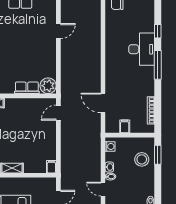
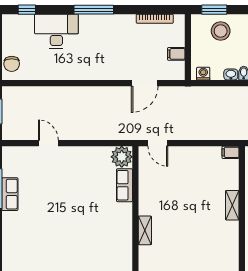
window: (158, 31) -> (27, 10), moved
desk: (142, 49) -> (56, 31), moved

